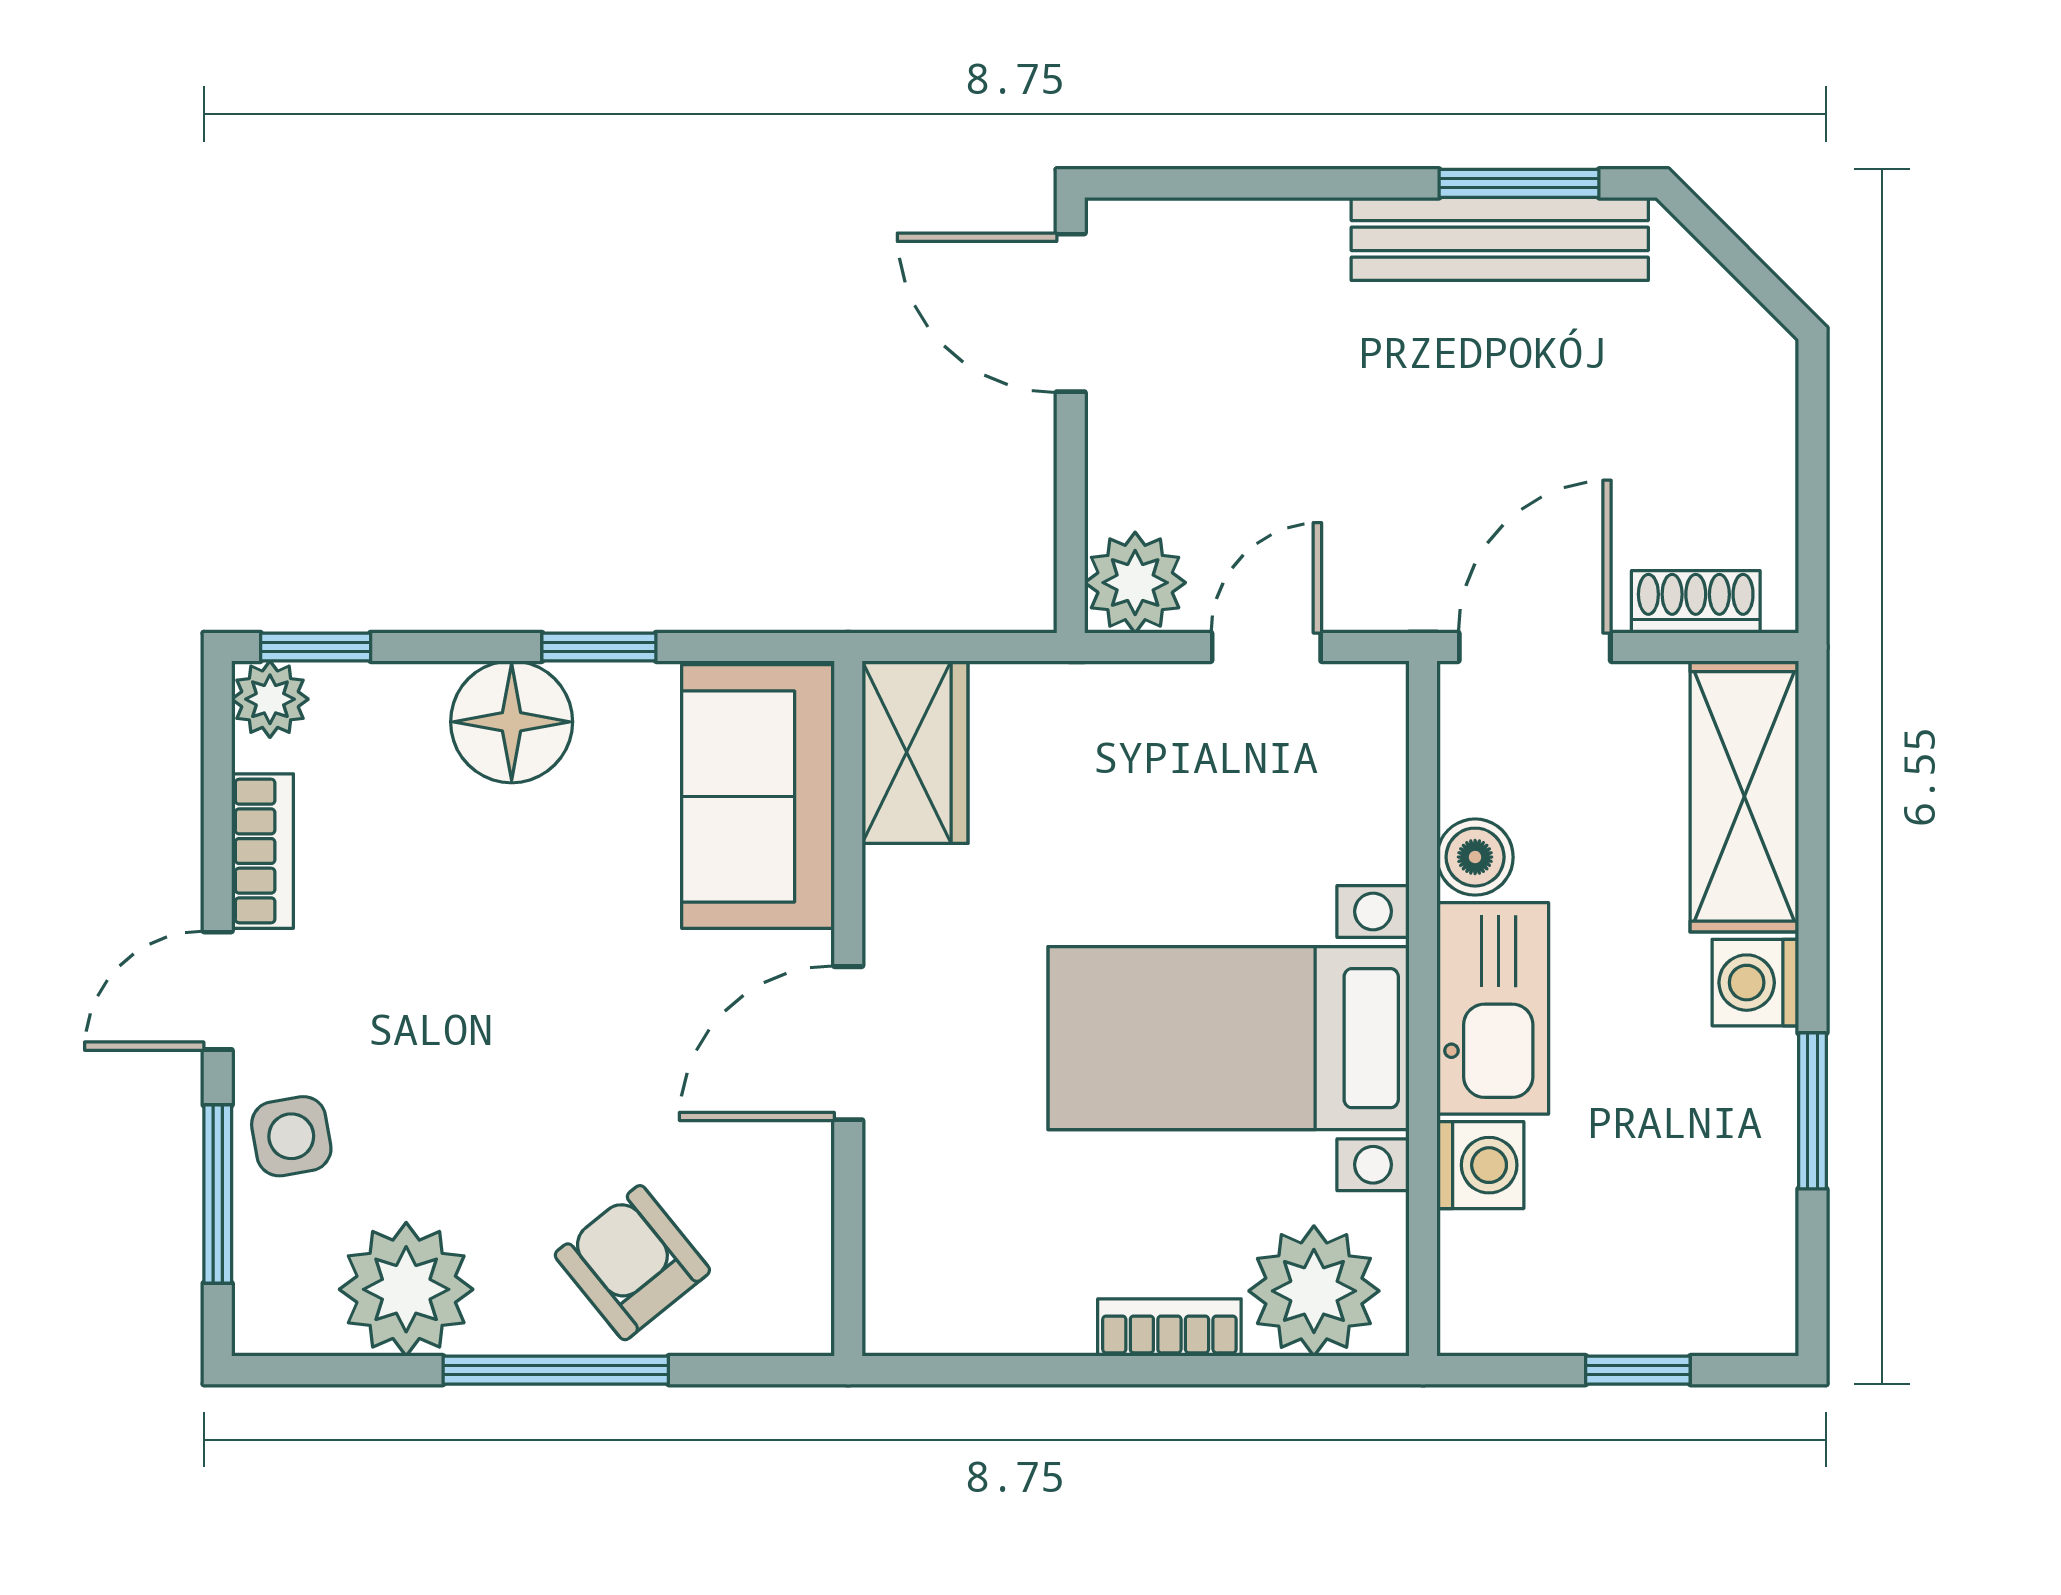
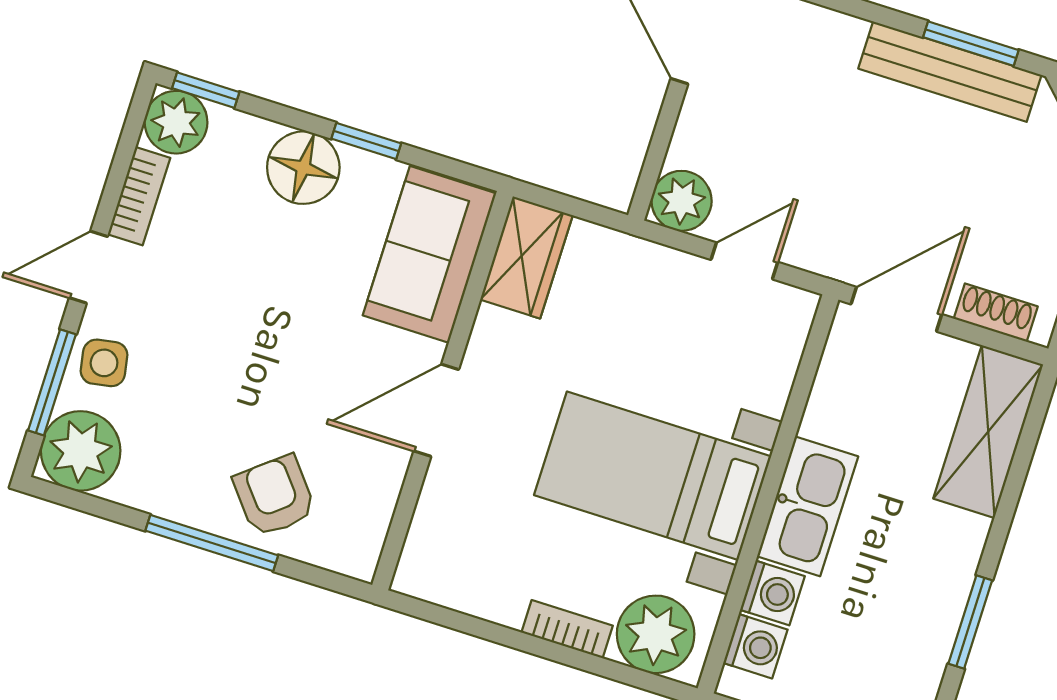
plant: (270, 699) -> (176, 122), width x1.38, depth x1.38
boiler: (1475, 857) -> (825, 417), removed
washing machine: (1755, 983) -> (755, 646), moved, turned 180
plant: (406, 1289) -> (81, 451), moved

